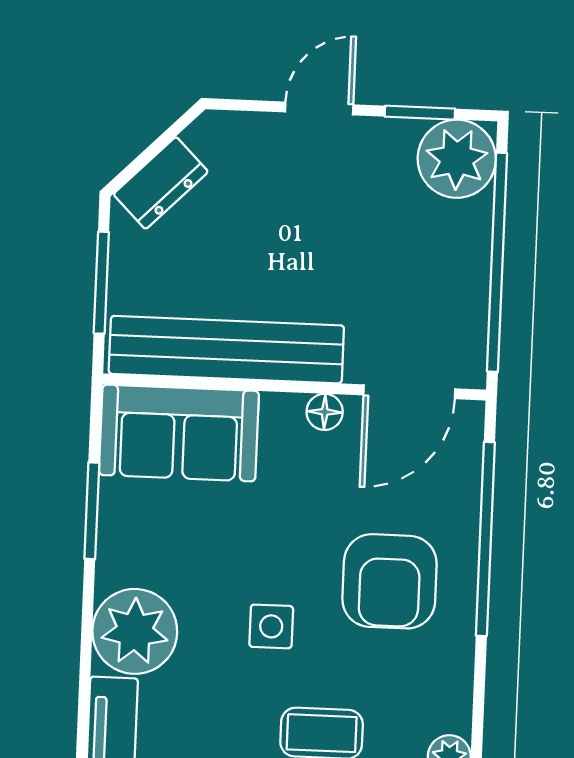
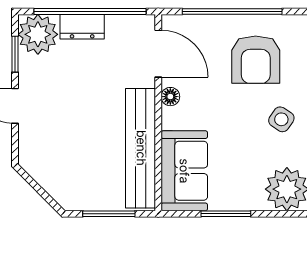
dresser: (161, 183) -> (82, 27), moved, turned 135
armchair: (390, 581) -> (256, 60), turned 90
side table: (271, 626) -> (281, 119), turned 34

